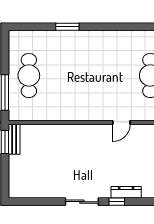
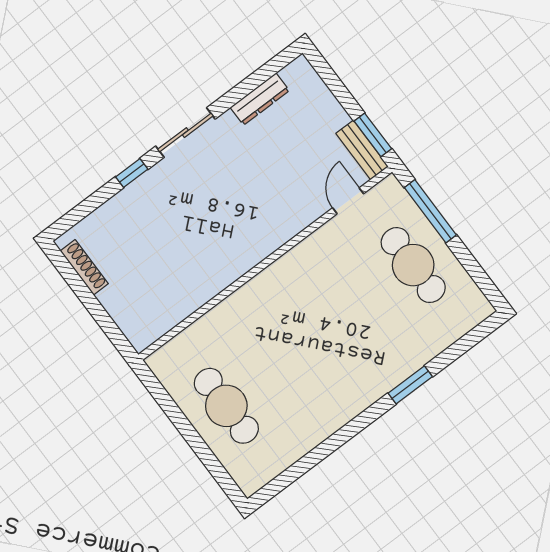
door: (121, 122) -> (348, 201), moved
dresser: (126, 192) -> (260, 99), moved

